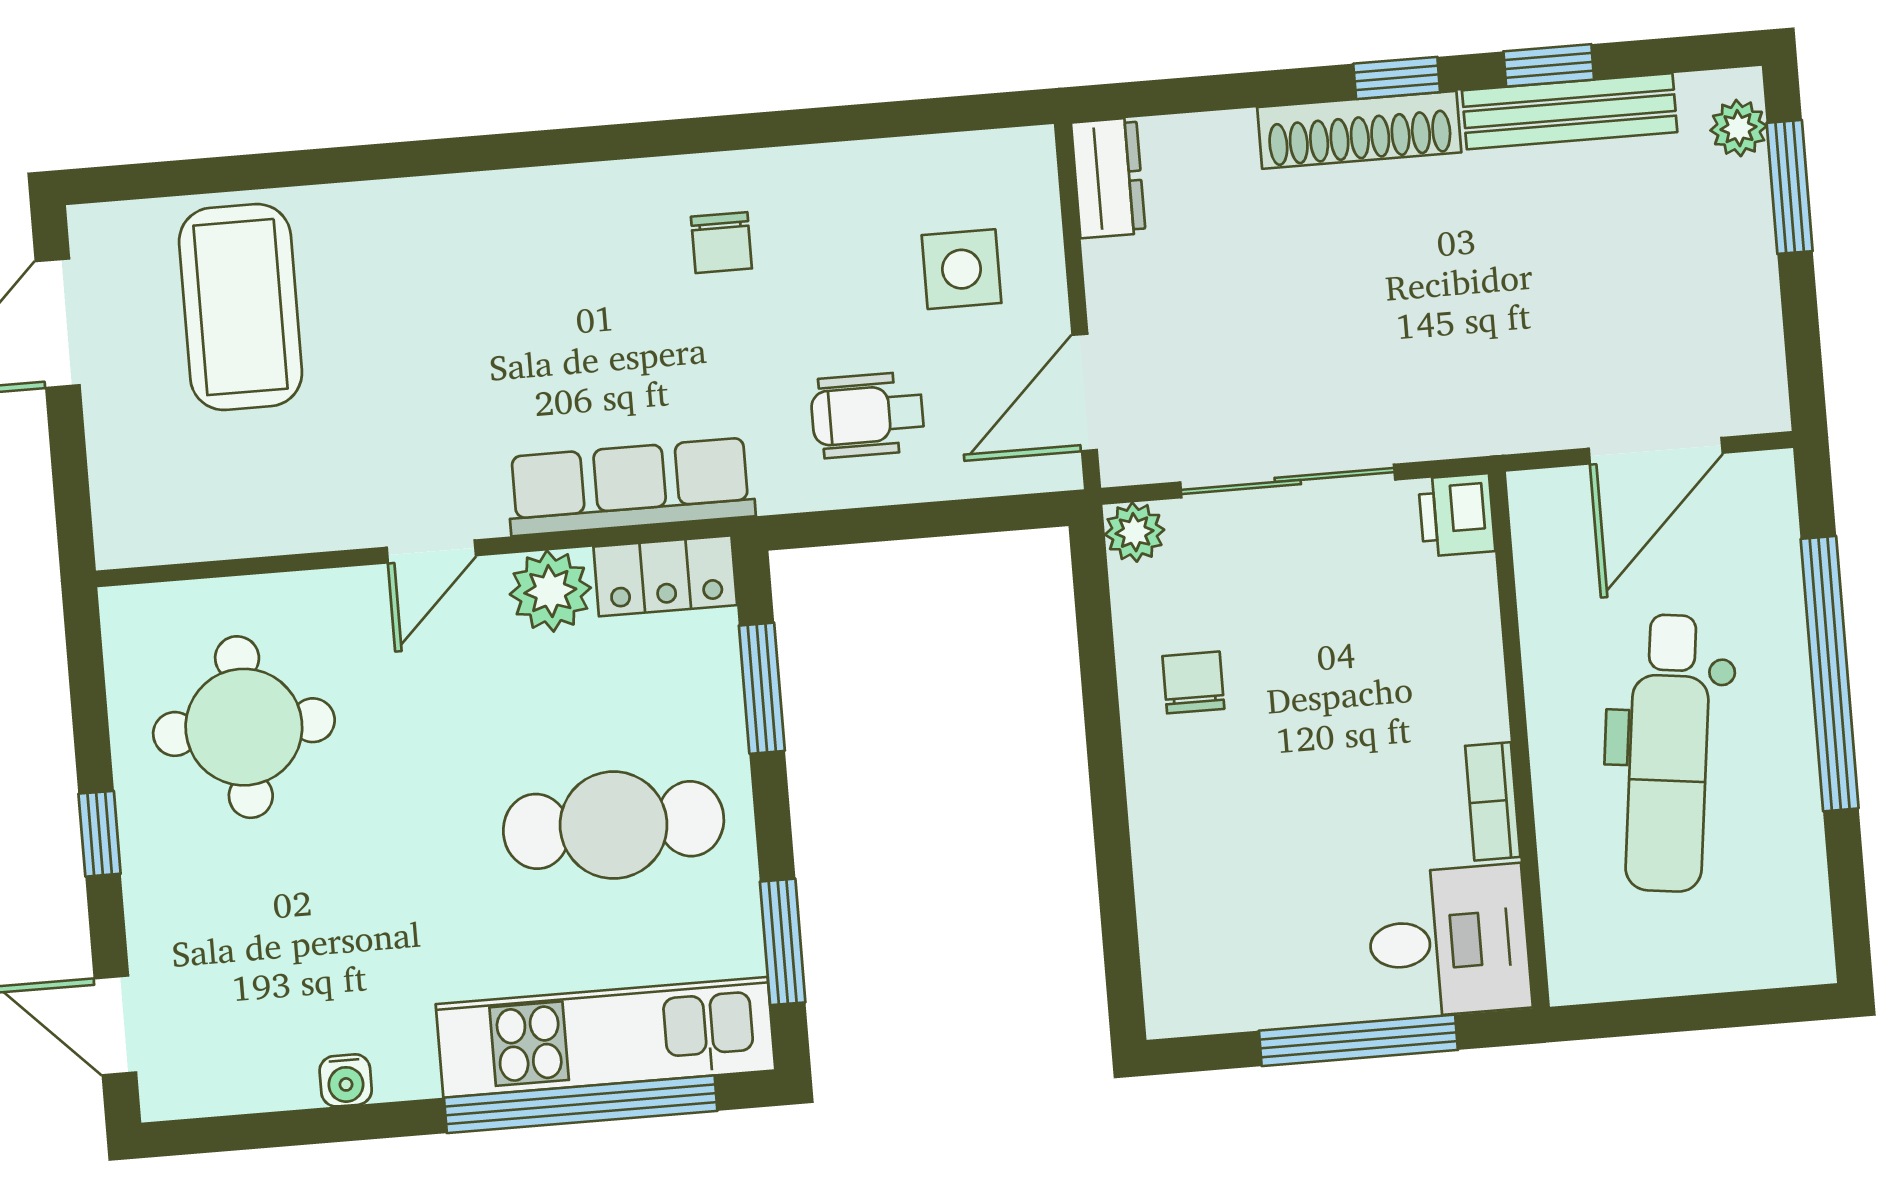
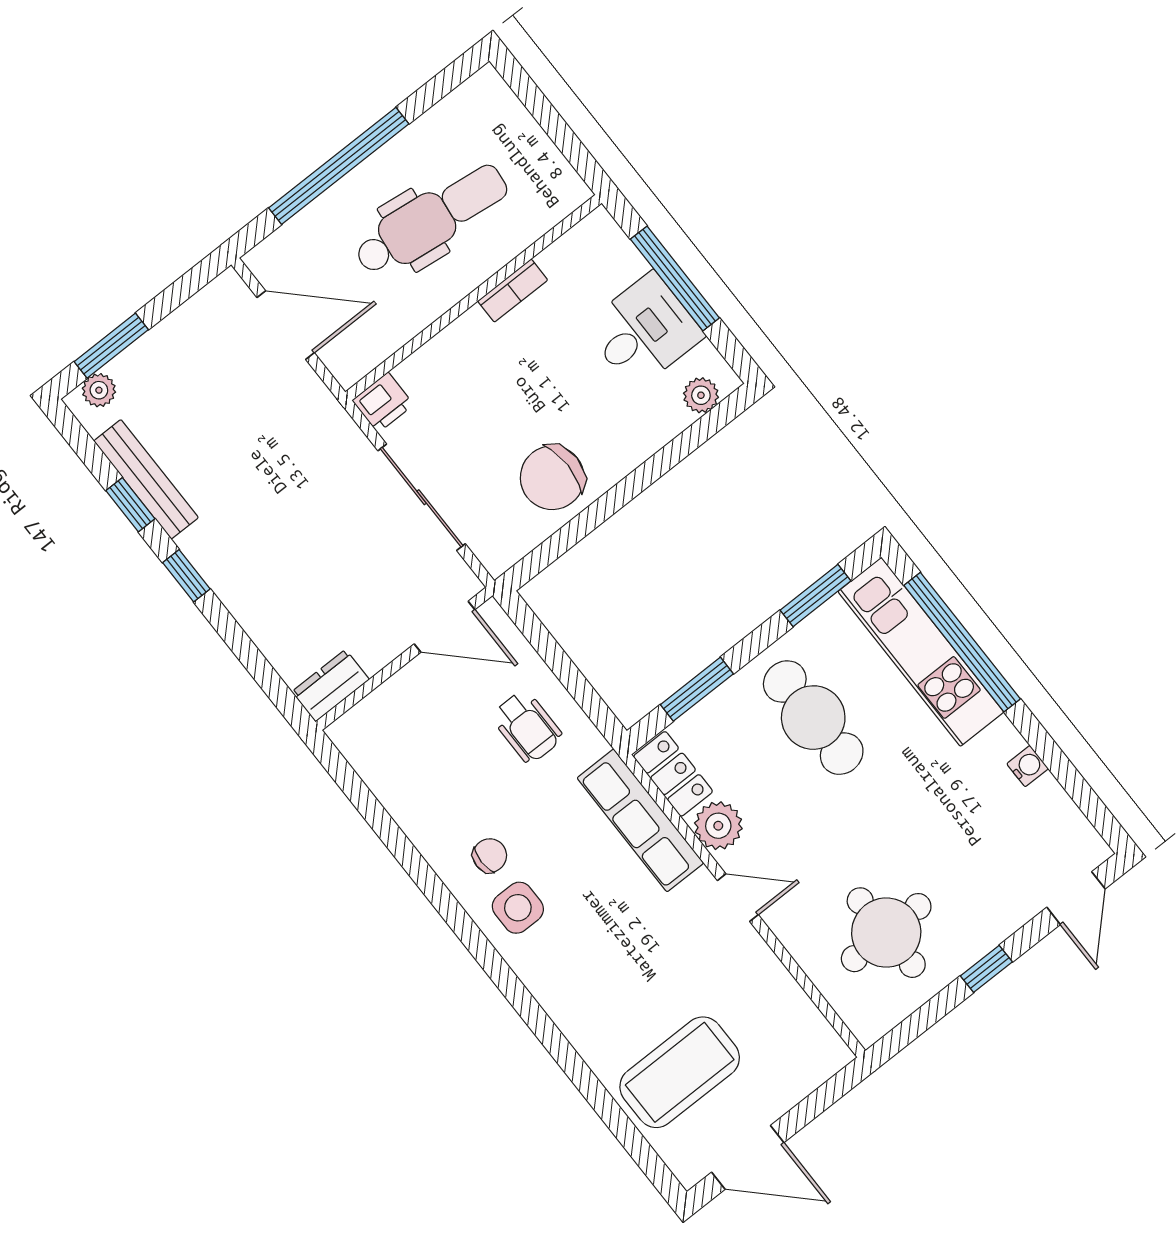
shoe rack: (1359, 130) -> (224, 577), removed
side table: (962, 269) -> (518, 908), moved
plant: (1135, 532) -> (701, 395), moved
chair: (1193, 682) -> (552, 478), width x1.87, depth x1.87
desk: (1449, 941) -> (644, 331), moved, turned 90

